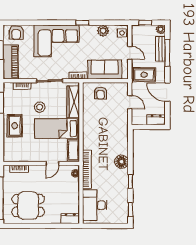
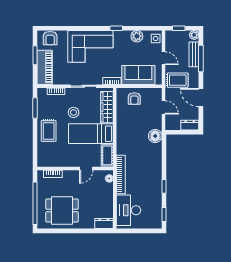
floor lamp: (122, 162) -> (155, 136), moved

